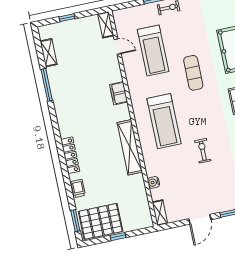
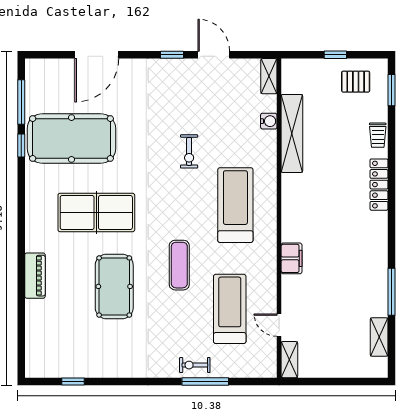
window: (67, 18) -> (342, 381), removed
shelving: (130, 147) -> (292, 133), moved
door: (200, 219) -> (214, 55), hinge flipped
pallet: (101, 221) -> (356, 82), width x0.49, depth x0.50

